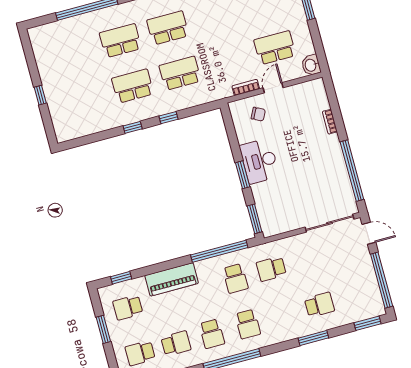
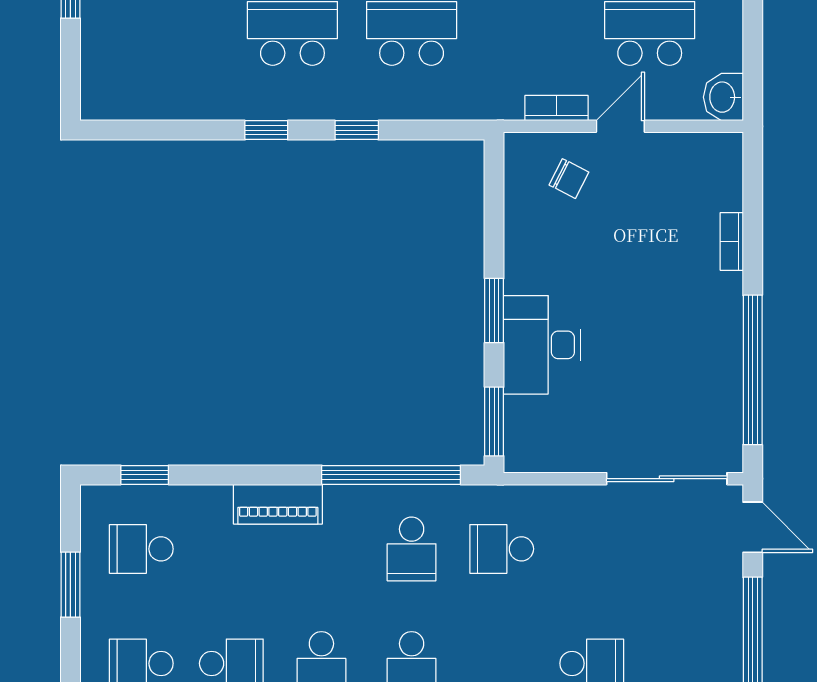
desk: (259, 161) -> (542, 345), moved
piano: (172, 279) -> (278, 504), width x0.73, depth x0.75

